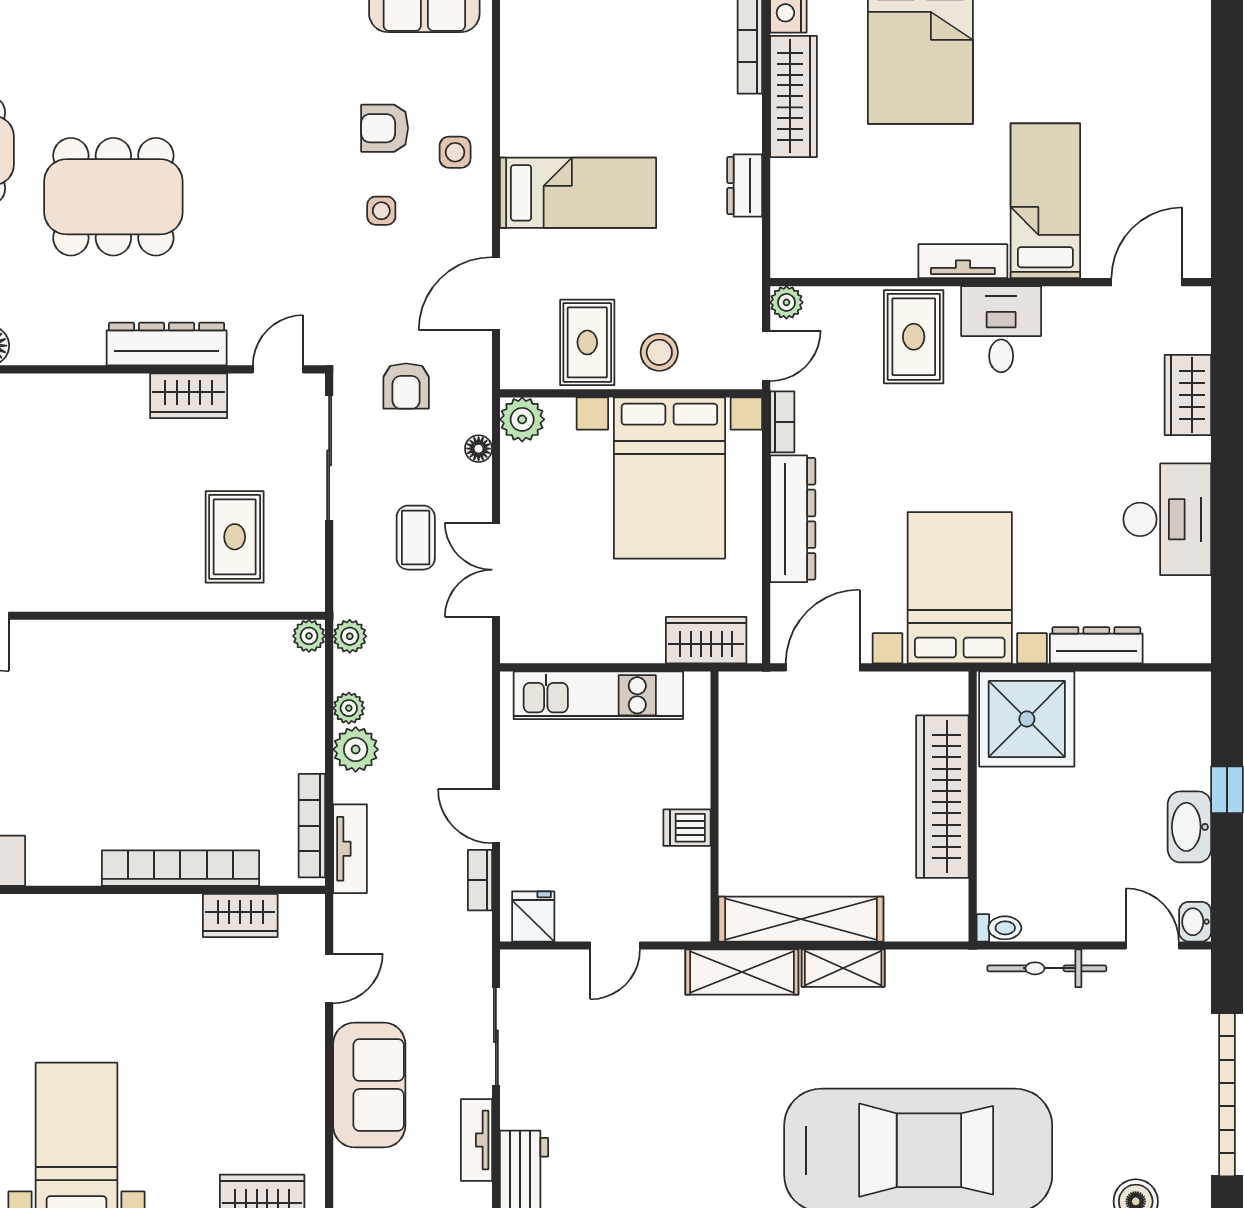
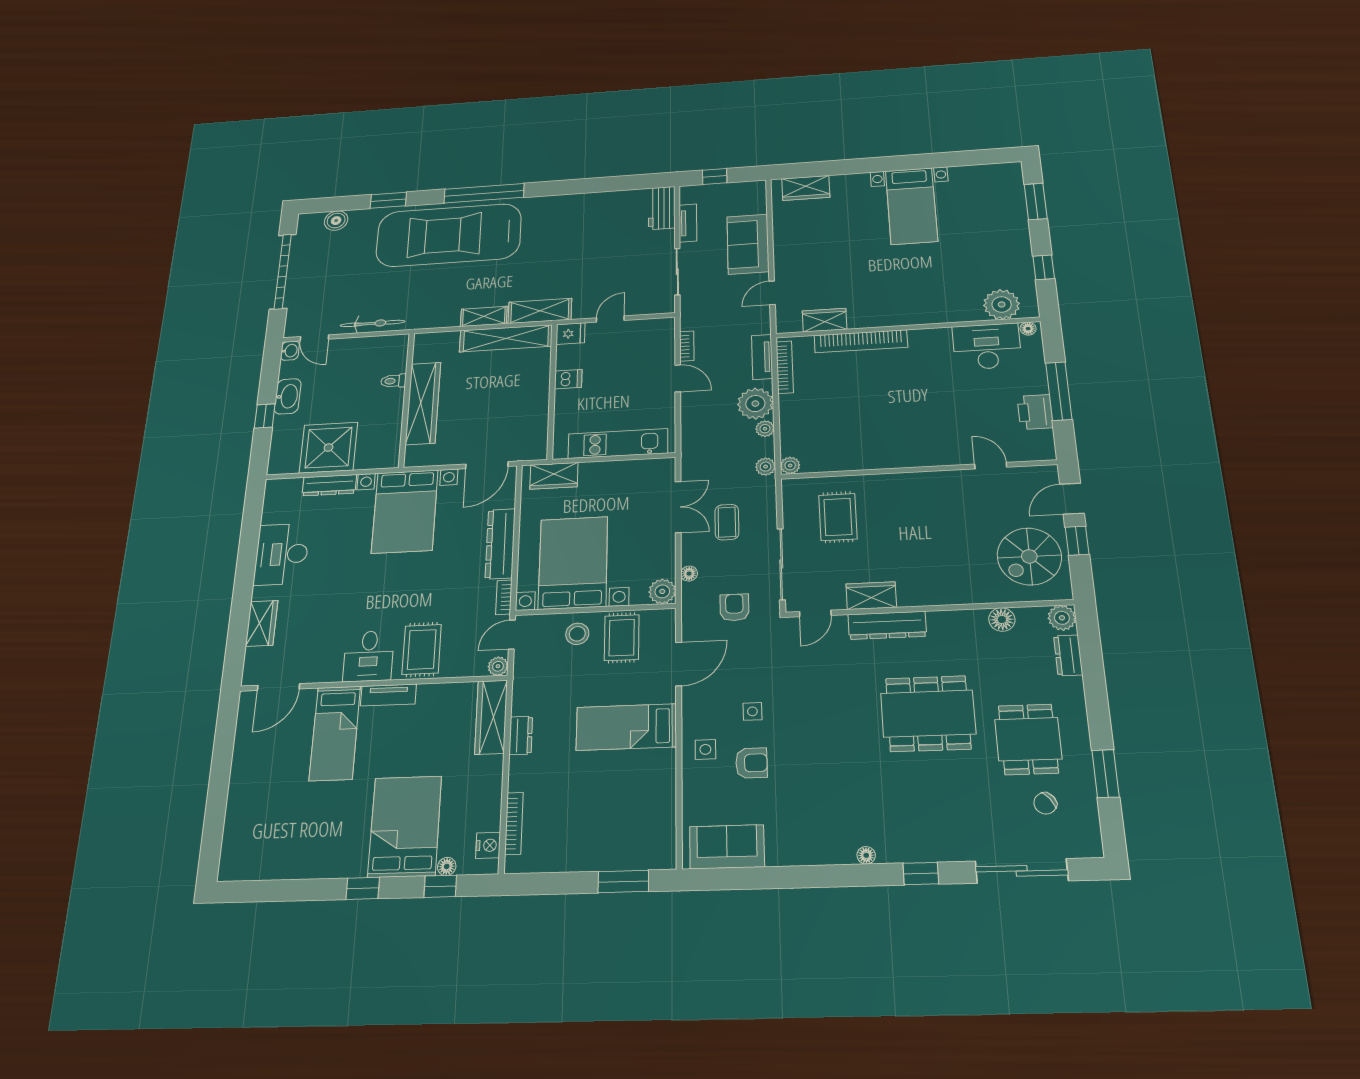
wardrobe: (794, 96) -> (491, 717), moved
shower: (1027, 719) -> (328, 448), moved
plant: (356, 749) -> (755, 404), width x1.36, depth x1.36
fridge: (533, 916) -> (570, 334), moved, turned -90
toilet: (999, 928) -> (393, 381), moved

